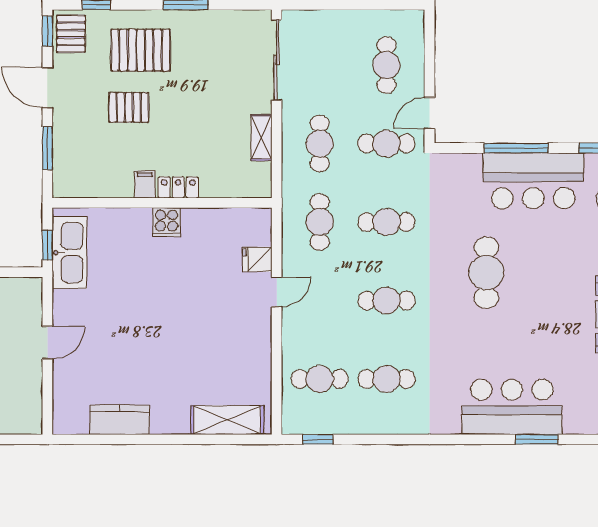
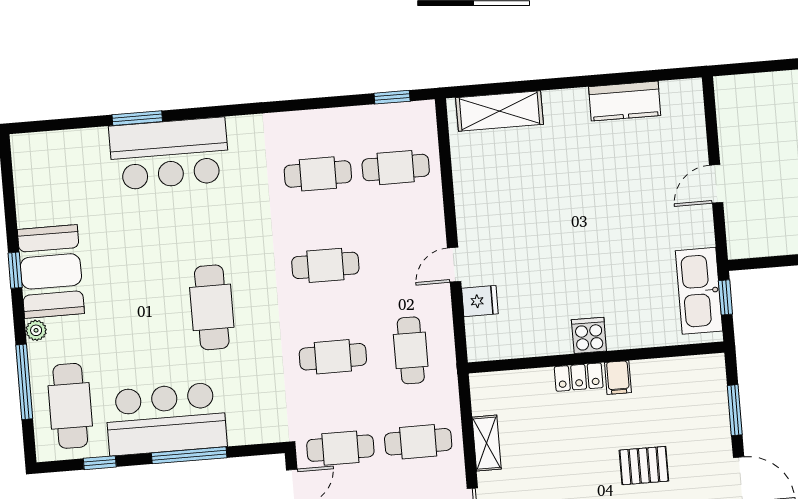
cafe table: (320, 144) -> (418, 442), turned 90

